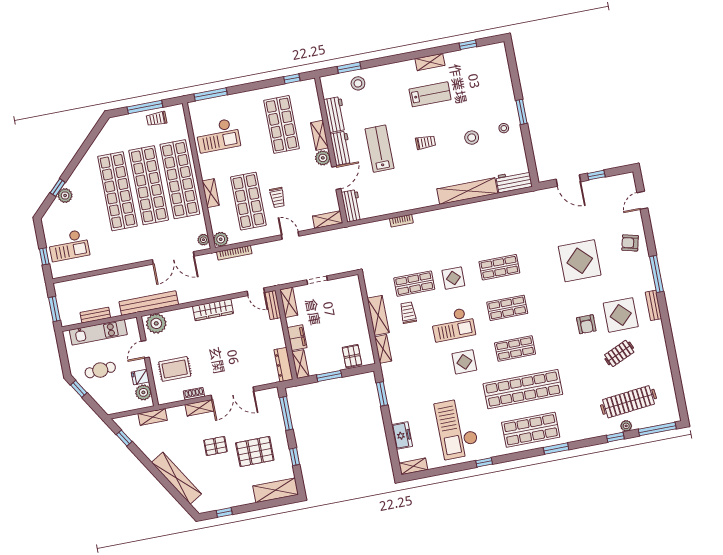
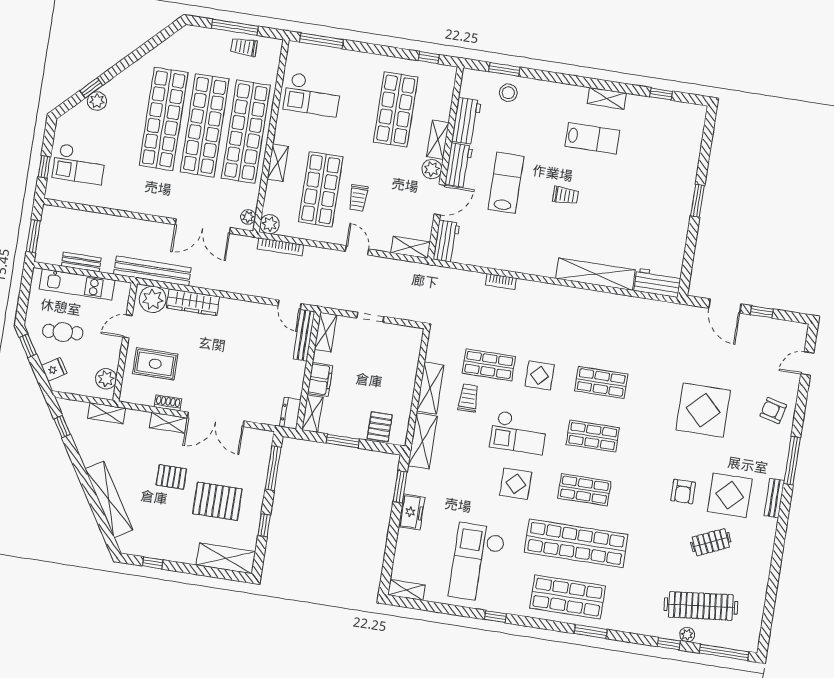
stool: (504, 128) -> (668, 213), removed
stool: (472, 138) -> (625, 210), removed
bench: (273, 305) -> (304, 335), width x1.36
wardrobe: (213, 310) -> (193, 302), moved
shelving: (383, 349) -> (423, 441), width x1.50, depth x1.33
dresser: (283, 365) -> (290, 413), width x0.70
fridge: (140, 377) -> (54, 369), moved, turned 148
freezer: (402, 435) -> (412, 512), moved

